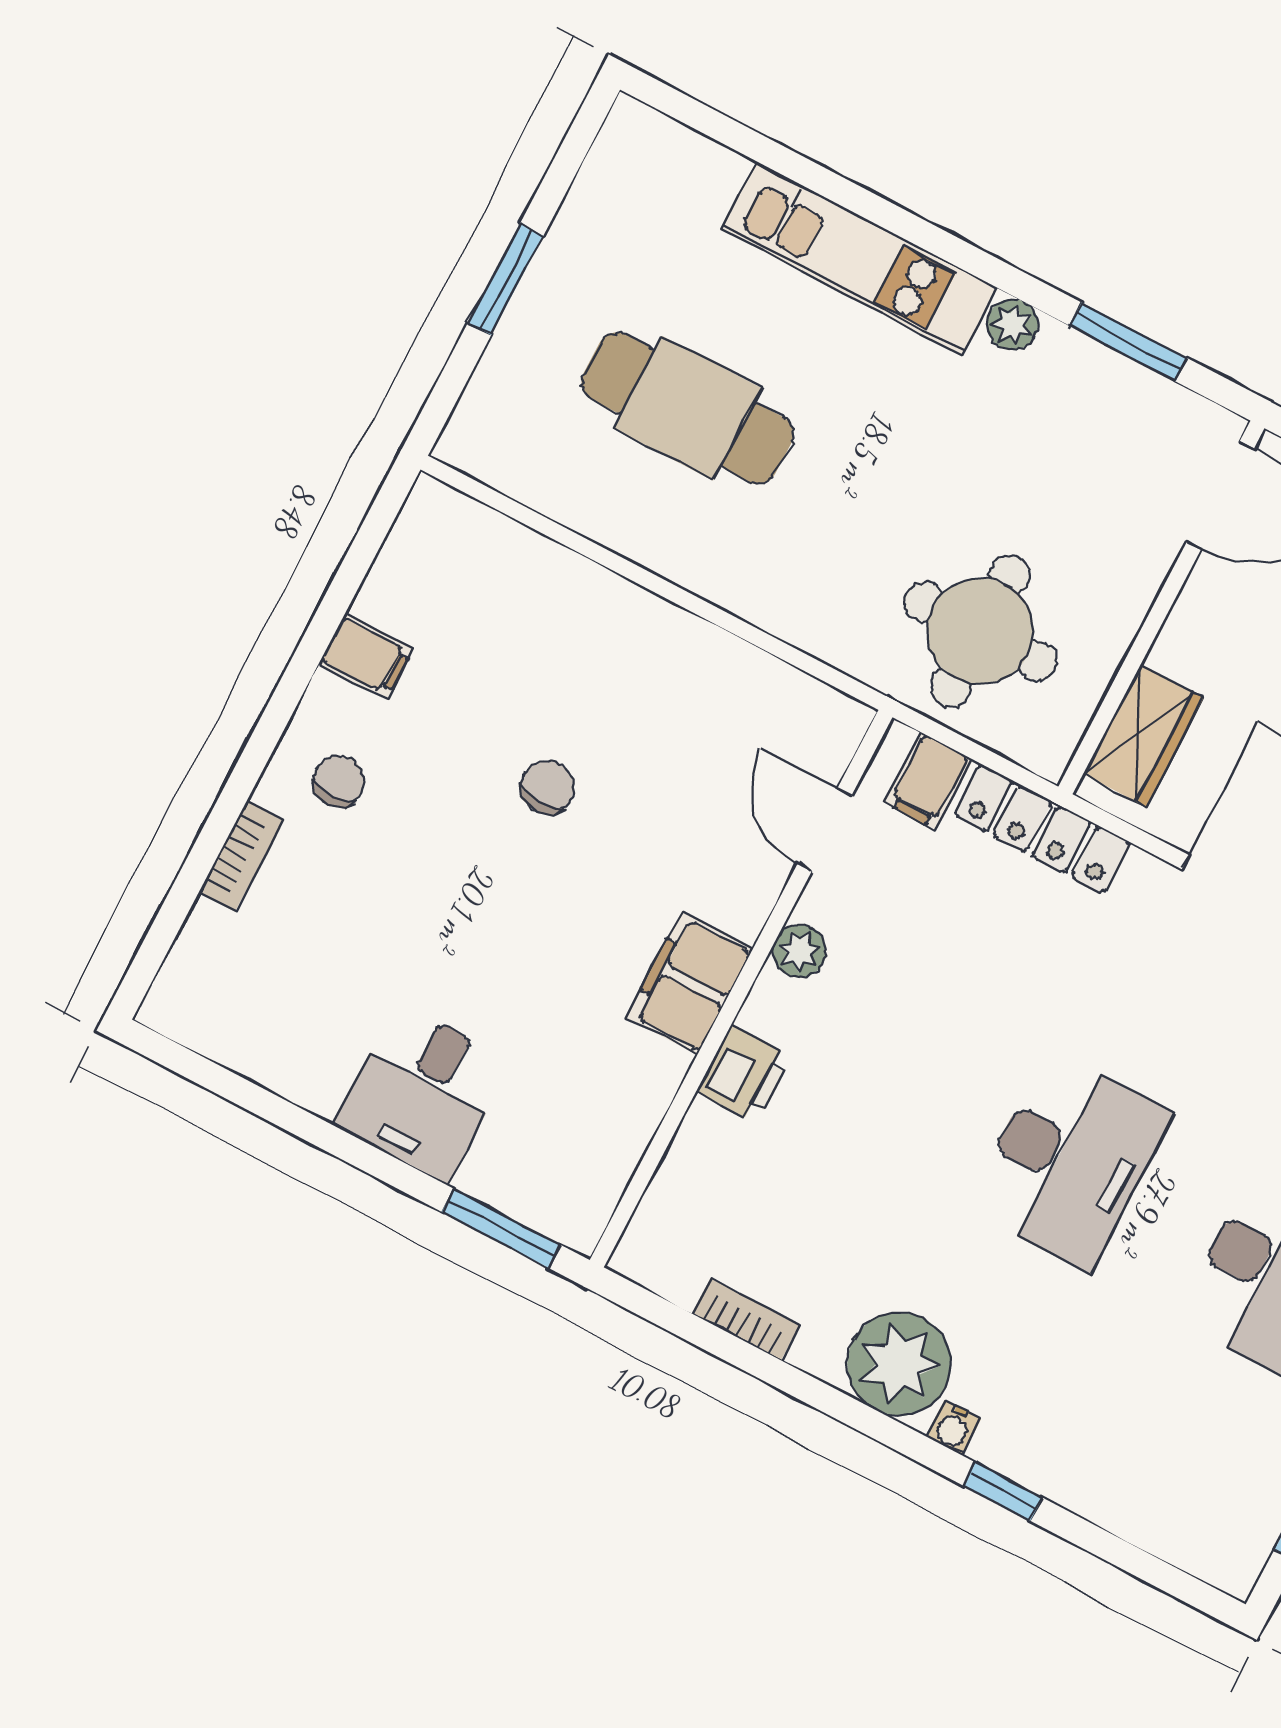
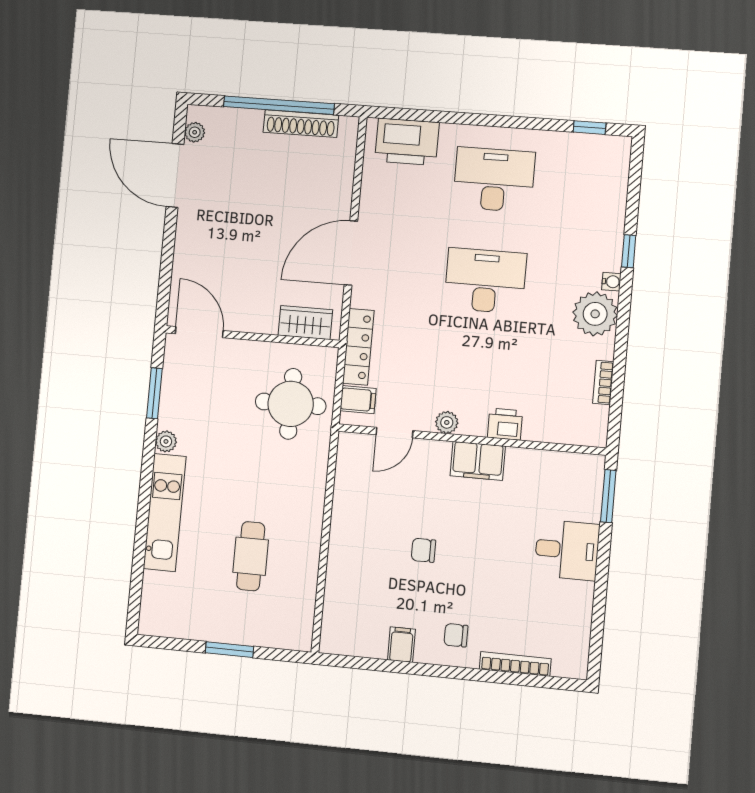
cafe table: (687, 408) -> (251, 556), width x0.73, depth x0.74
bookcase: (241, 856) -> (515, 664), width x1.56

